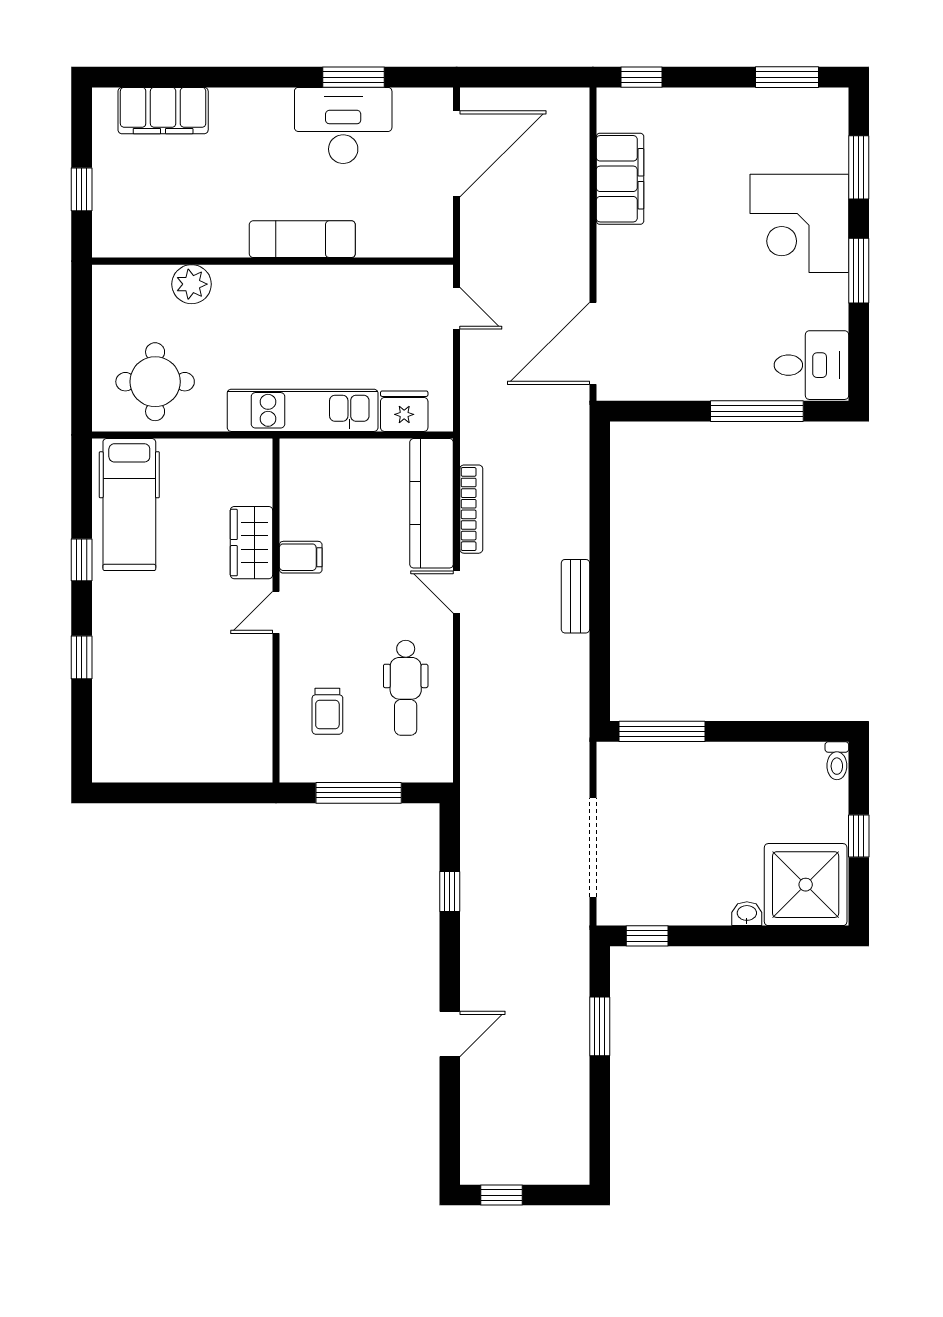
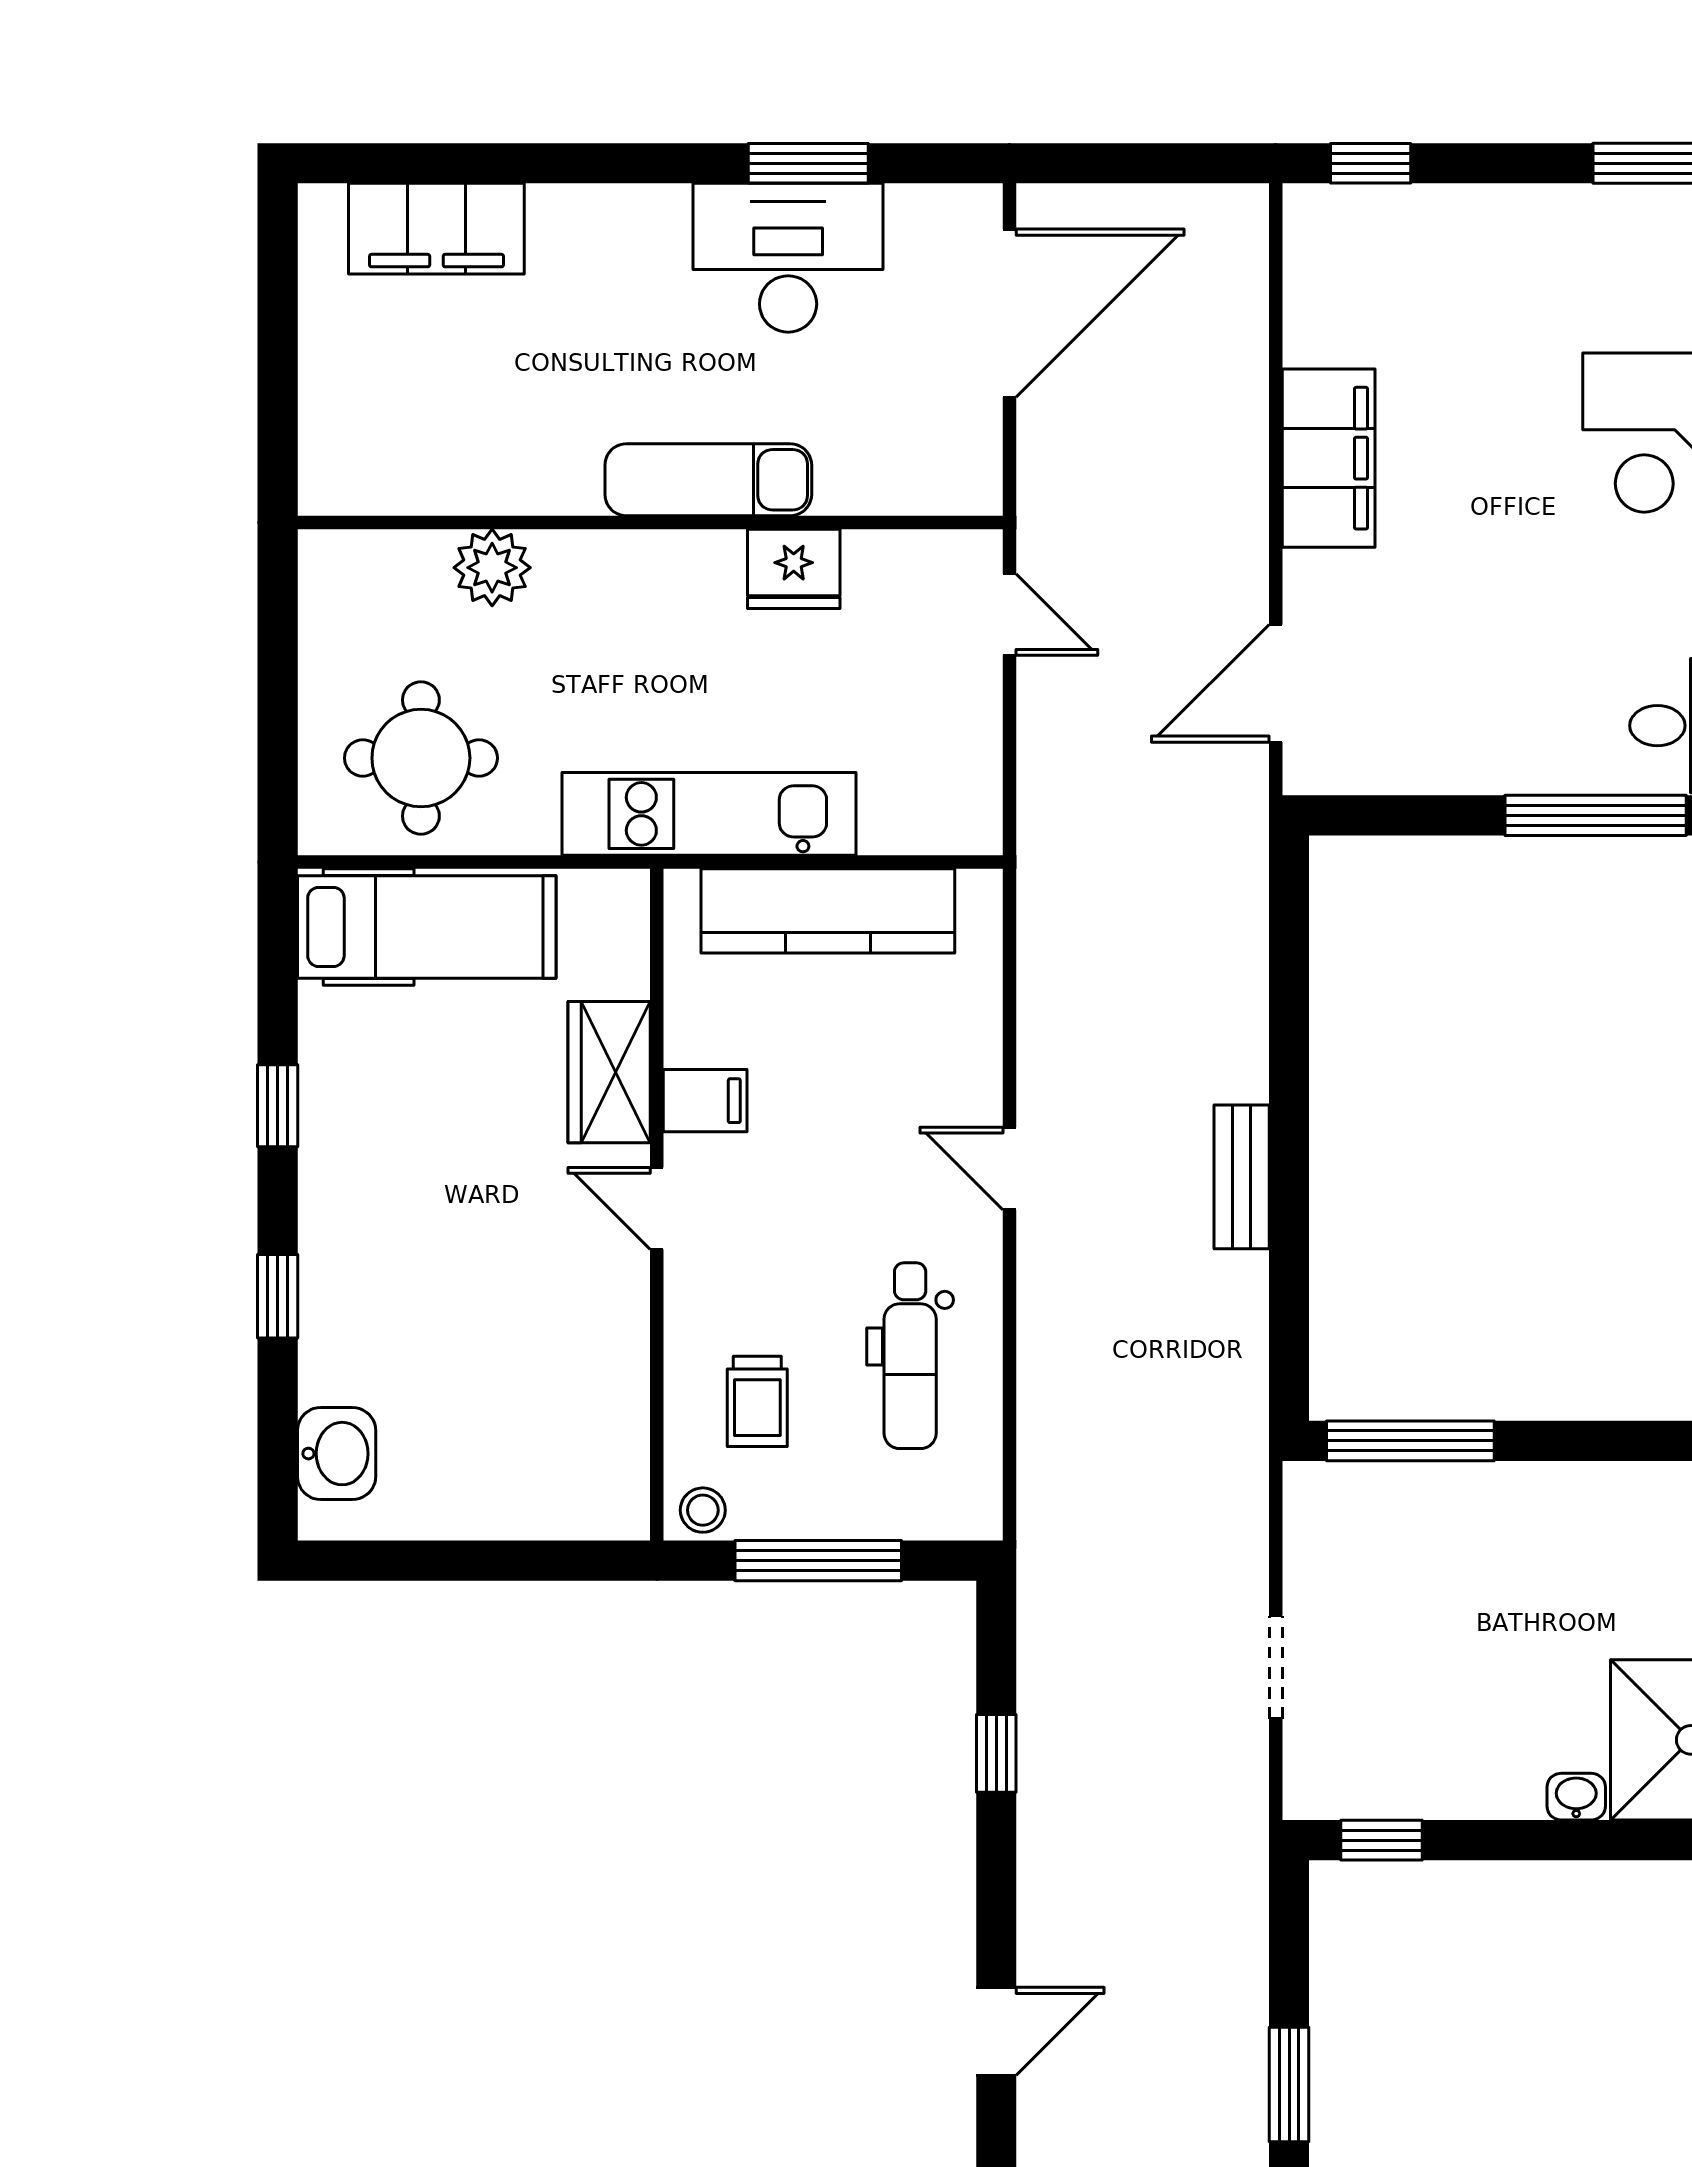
filing cabinet: (620, 179) -> (1329, 458), moved
window: (82, 189) -> (278, 383), removed
door: (593, 343) -> (1276, 683), width x0.73
fridge: (404, 411) -> (794, 569), moved, turned 180
kitchen counter: (432, 503) -> (828, 911), moved, turned -90
hospital bed: (129, 505) -> (427, 927), moved, turned -90
bookcase: (471, 509) -> (1038, 1007), removed
door: (276, 612) -> (657, 1208), hinge flipped
washbasin: (112, 738) -> (337, 1454), added
stool: (299, 767) -> (703, 1510), added
doorway: (593, 847) -> (1276, 1667), width x0.53
window: (600, 1026) -> (1289, 2084), moved

